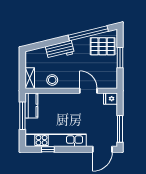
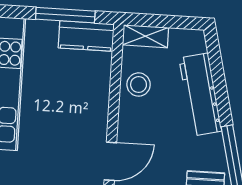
workbench: (60, 50) -> (200, 95), width x1.38

